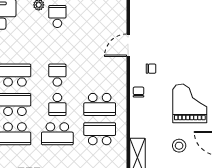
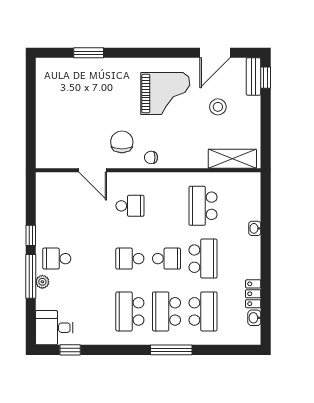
chair: (151, 69) -> (122, 142), width x1.87, depth x1.87
grand piano: (190, 103) -> (165, 94), turned 180
school desk: (100, 104) -> (130, 206), moved, width x0.54

